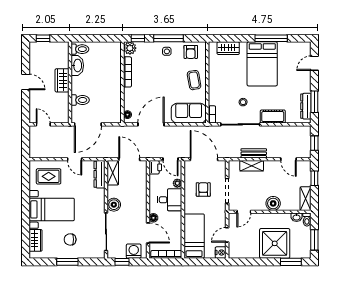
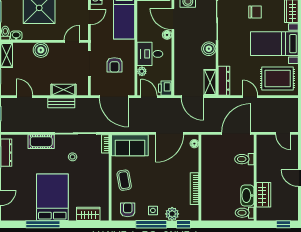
plant: (130, 48) -> (172, 214), moved
wardrobe: (62, 80) -> (263, 195), moved
rug: (49, 176) -> (278, 79), width x1.36, depth x1.43

